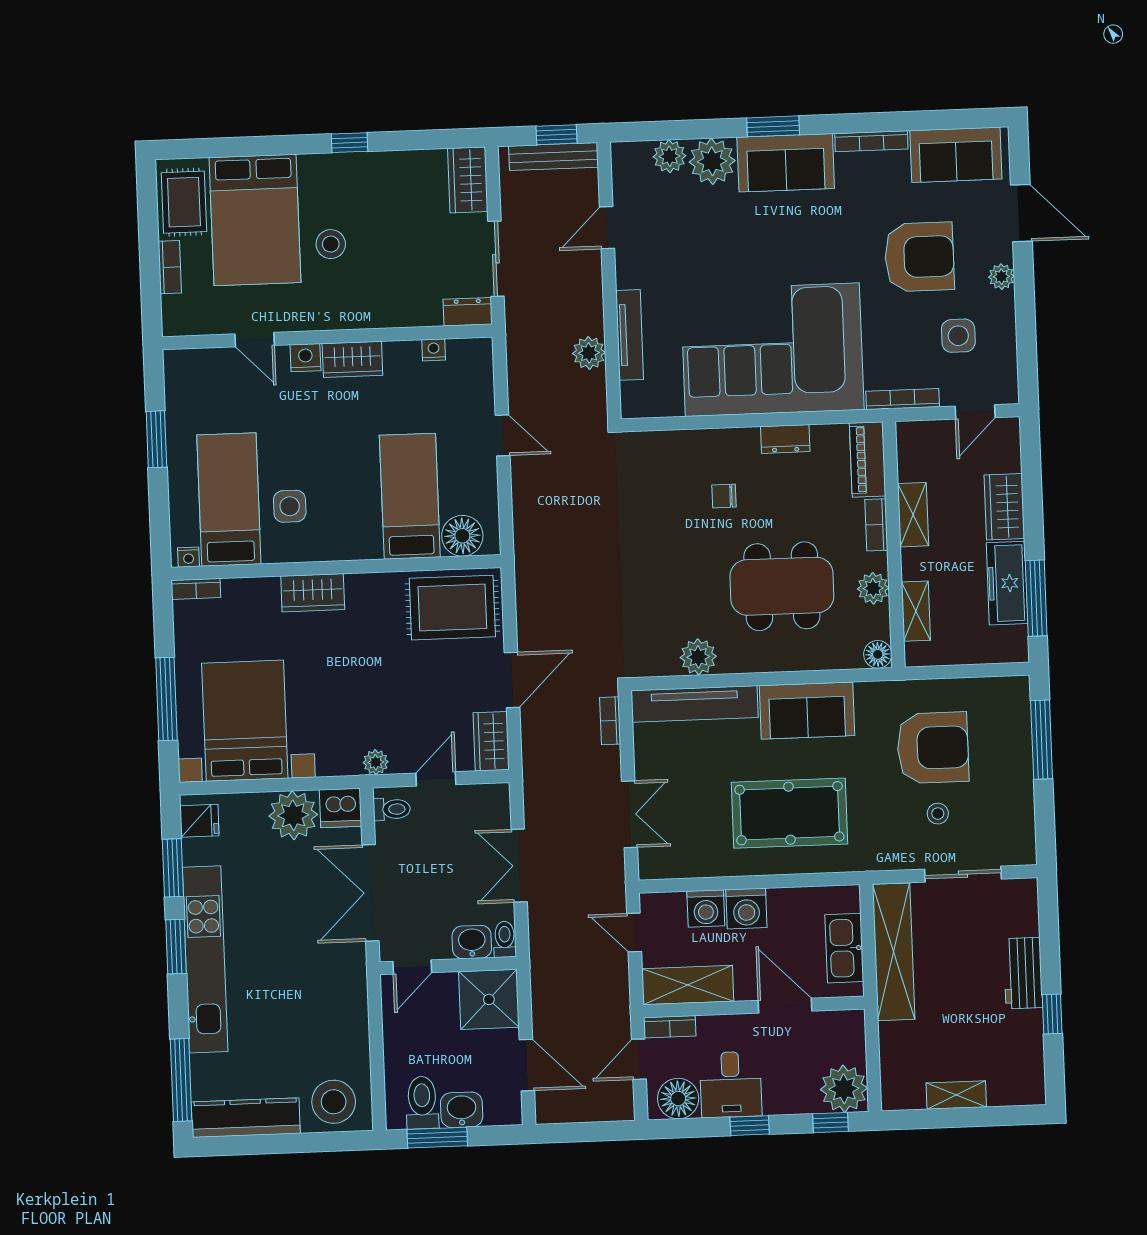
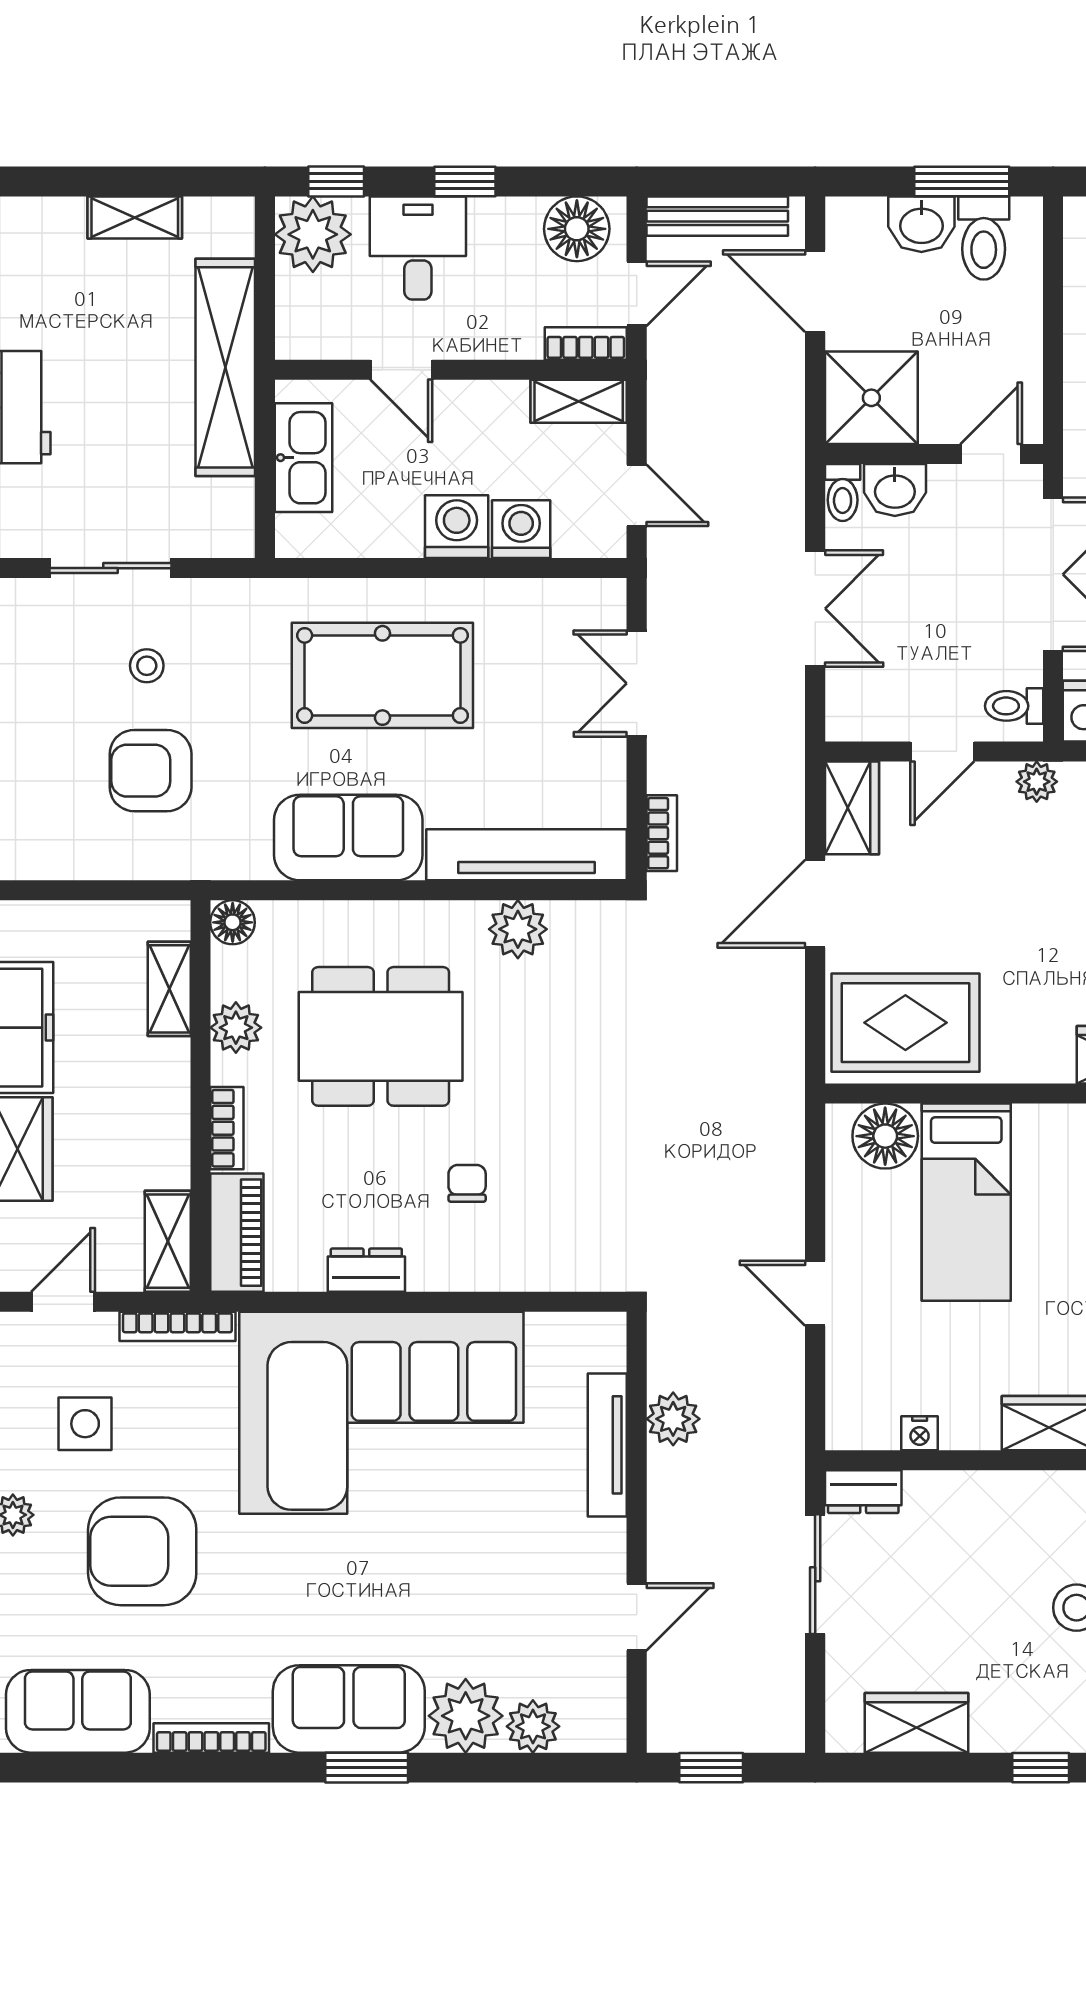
bench: (554, 157) -> (717, 216), moved
wardrobe: (468, 180) -> (916, 1723), moved, turned -90
chair: (724, 496) -> (467, 1183), turned -90
shelving: (913, 515) -> (168, 1241), moved
armchair: (933, 748) -> (151, 771), width x0.73, depth x0.73
shelving: (894, 952) -> (225, 367), moved
shelving: (688, 985) -> (579, 401), width x0.67, depth x0.75
door: (785, 1006) -> (401, 370), width x0.73
desk: (731, 1084) -> (418, 248), moved

